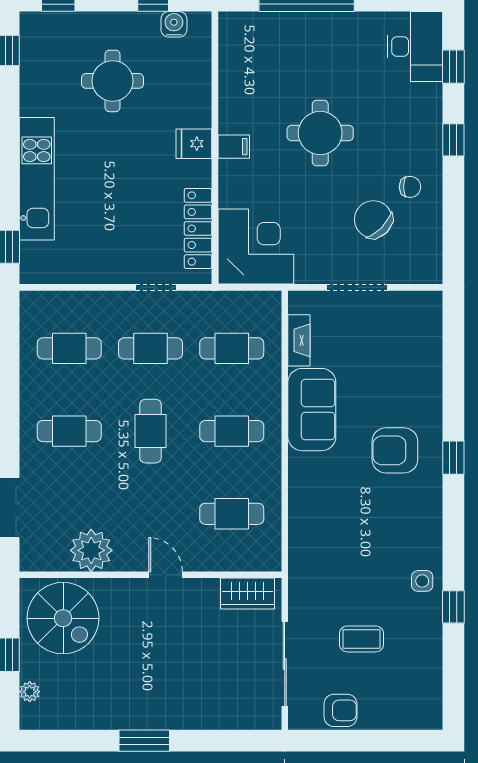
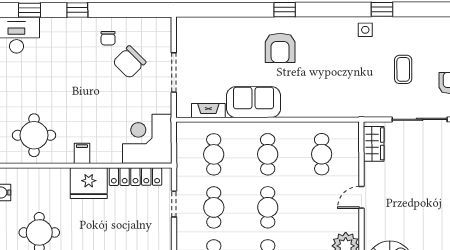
round table: (320, 133) -> (34, 135), moved
fridge: (194, 144) -> (89, 183), width x1.88, depth x1.34
chair: (410, 187) -> (108, 38), turned 180
cafe table: (150, 431) -> (268, 207), turned 90

